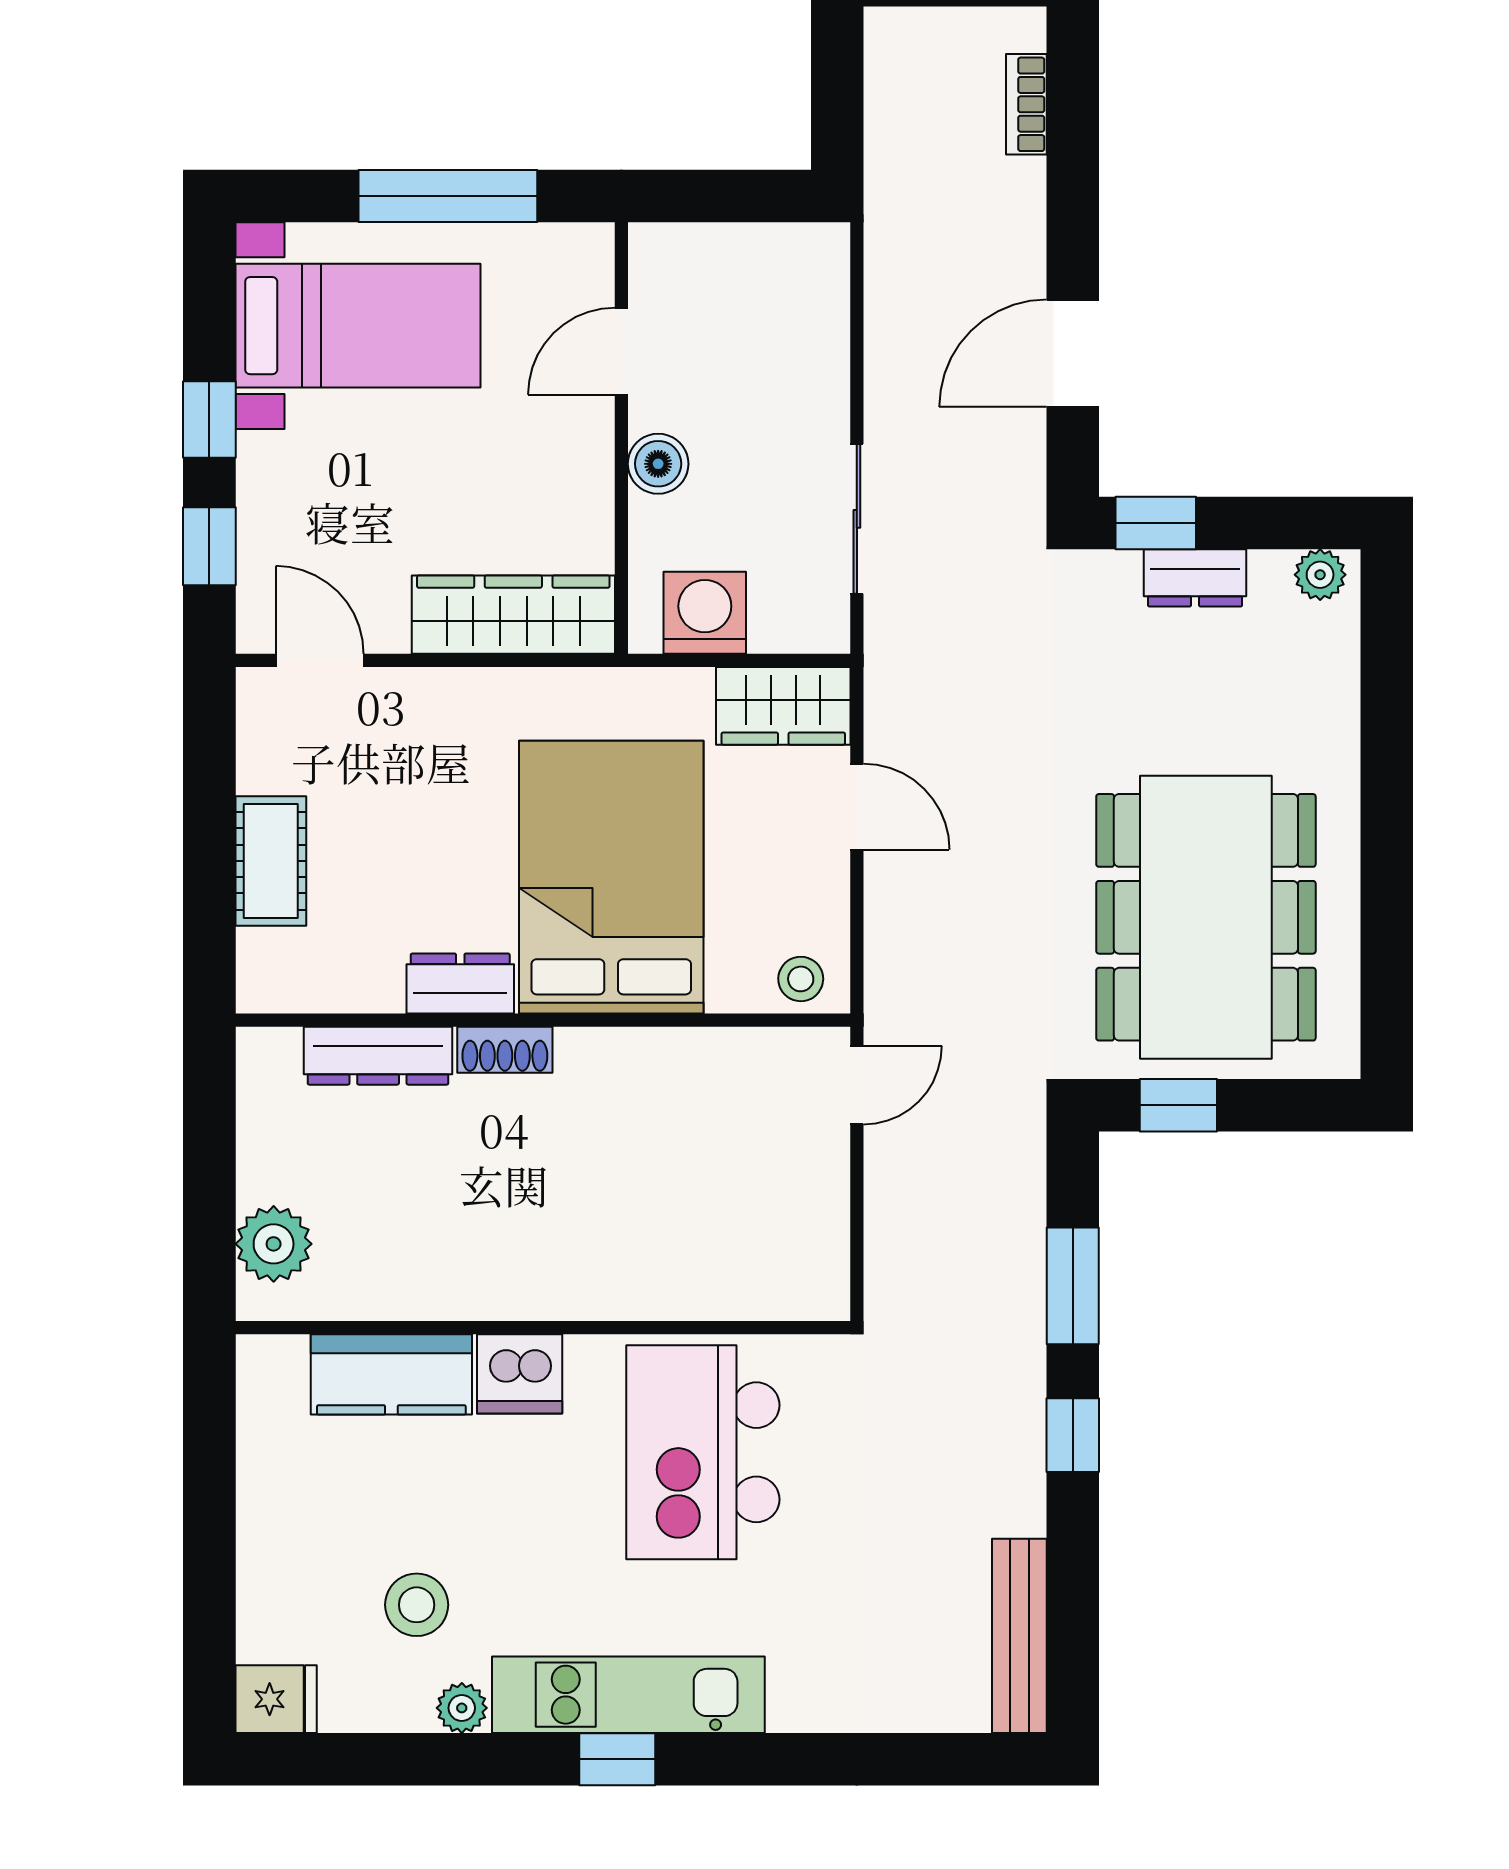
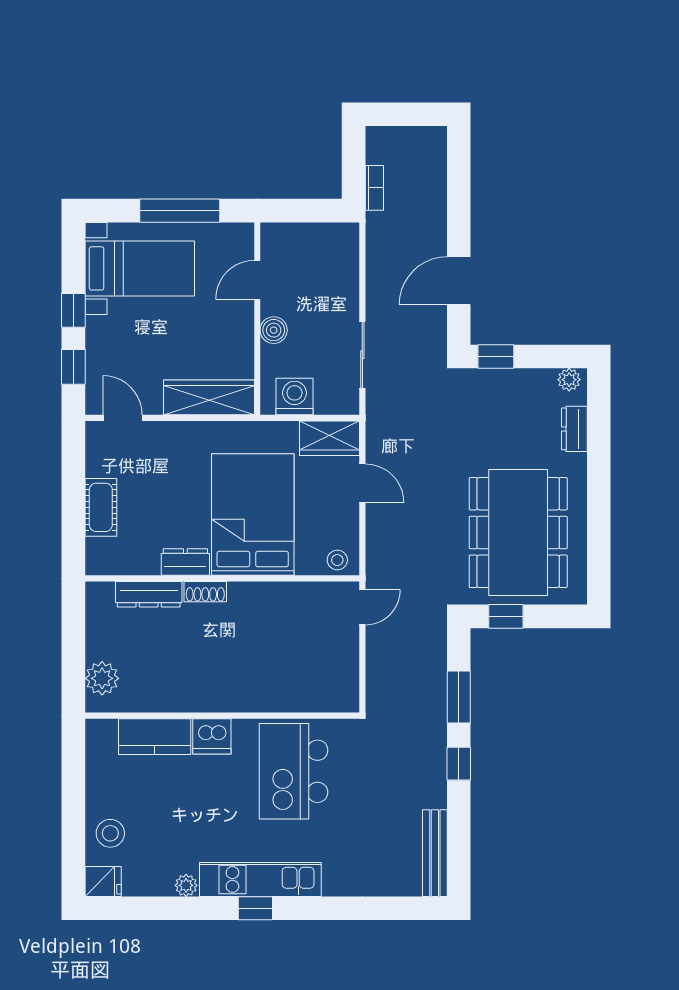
bookcase: (1026, 104) -> (374, 188), moved, turned 180
dresser: (1195, 578) -> (574, 429), moved, turned 90
stool: (417, 1605) -> (110, 833), moved

